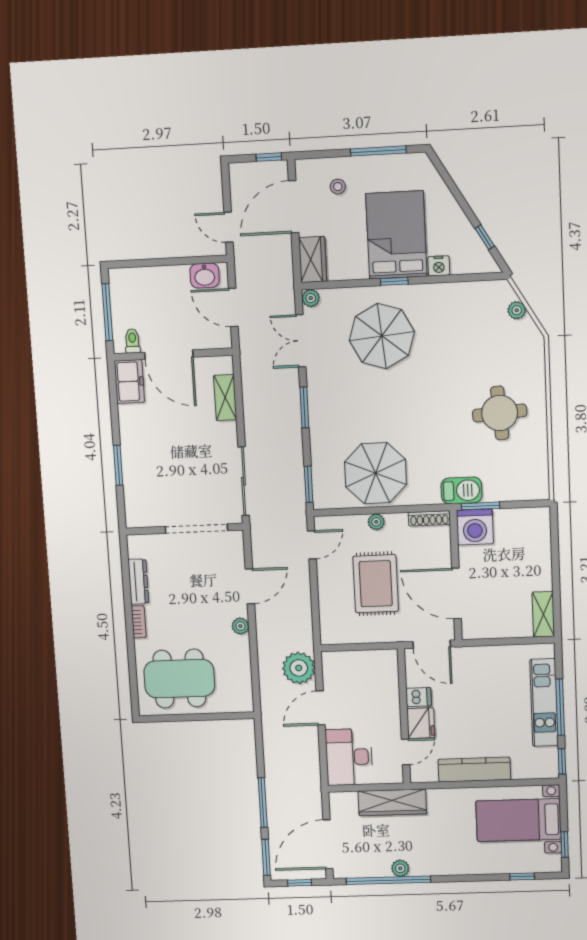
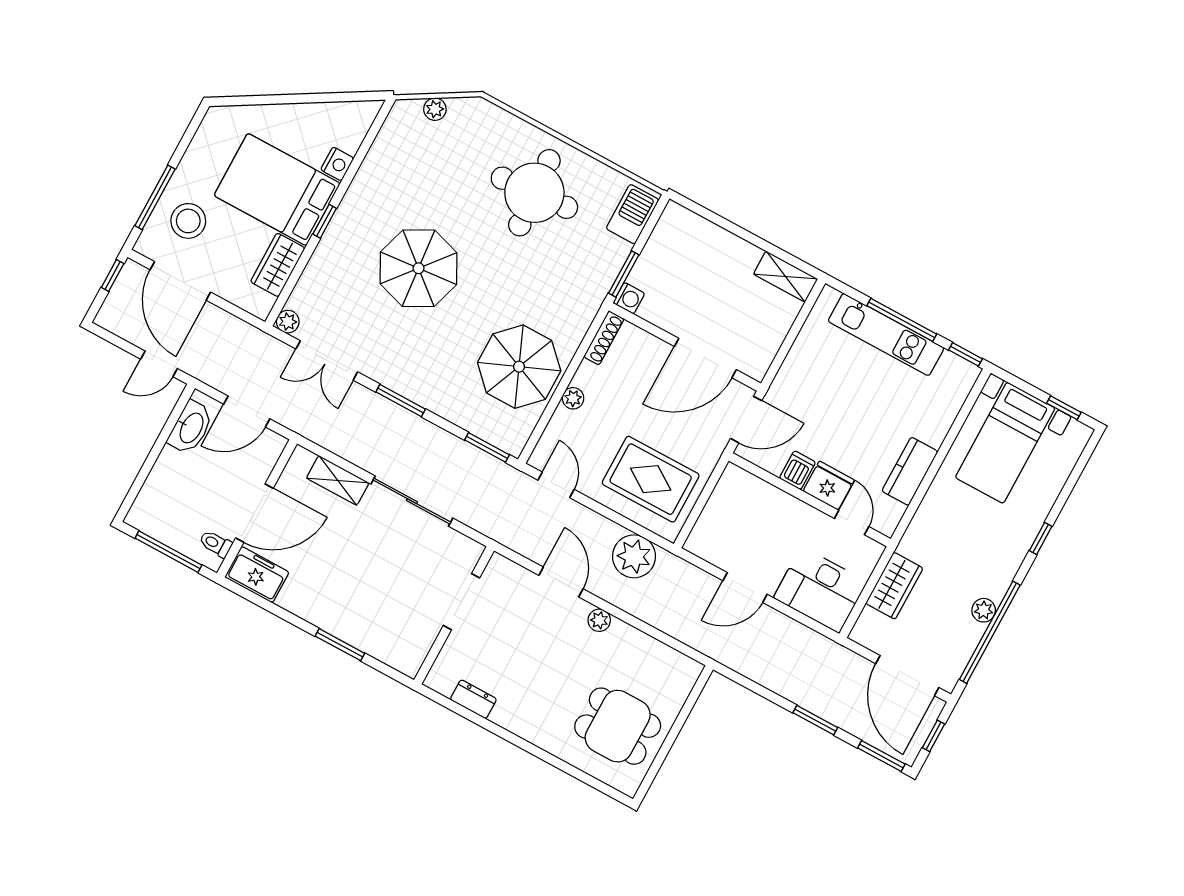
window: (378, 151) -> (155, 197), moved
stool: (338, 187) -> (188, 221), width x1.89, depth x1.89
window: (485, 237) -> (337, 97), removed
wardrobe: (313, 260) -> (278, 265), moved, turned -90
washbasin: (205, 276) -> (191, 428), width x1.38
parasol: (382, 336) -> (419, 268), moved
round table: (500, 413) -> (534, 193), width x1.36, depth x1.36
sliding door: (244, 481) -> (412, 501), moved
barbecue: (462, 490) -> (632, 214), moved
washing machine: (475, 527) -> (629, 298), width x0.53, depth x0.53
doorway: (196, 529) -> (461, 602), width x0.73
dresser: (138, 582) -> (473, 699), width x0.70
rug: (376, 584) -> (651, 479), moved
bookcase: (139, 622) -> (527, 732), removed
plant: (299, 668) -> (634, 556), moved
dining table: (179, 679) -> (618, 726), width x0.73
door: (321, 708) -> (745, 588), hinge flipped
kitchen counter: (474, 770) -> (910, 471), width x0.67
wardrobe: (392, 802) -> (894, 586), width x0.67
window: (263, 803) -> (815, 720), width x0.69
window: (522, 877) -> (1041, 539), moved

